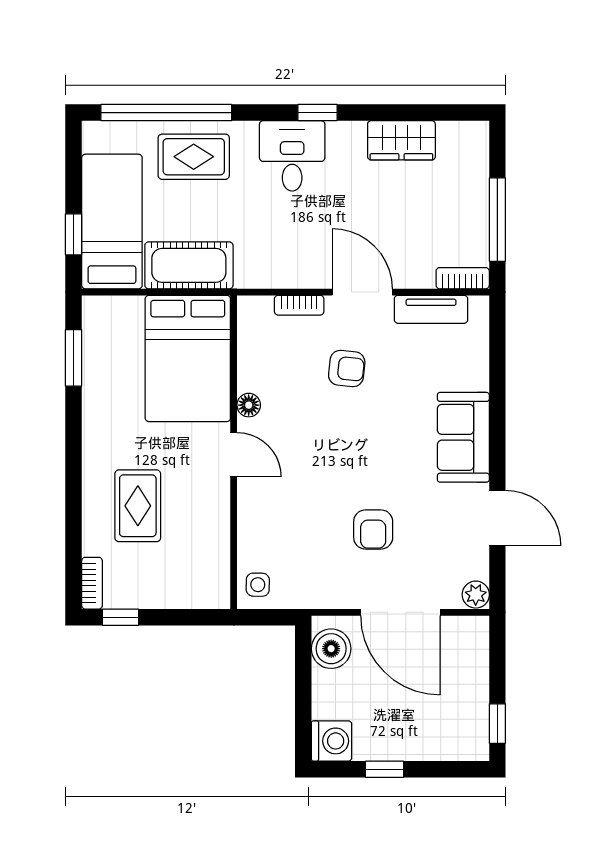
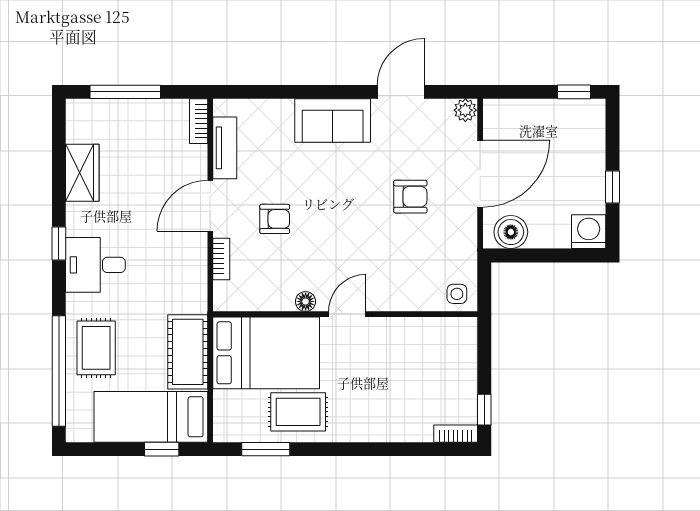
window: (497, 220) -> (125, 92), moved
armchair: (347, 369) -> (275, 219), turned 84
rug: (138, 506) -> (298, 412), moved

